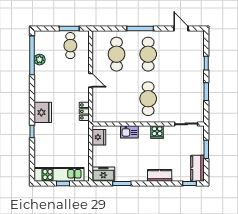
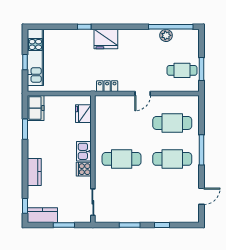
kitchen sink: (129, 132) -> (84, 151), moved
fridge: (99, 137) -> (83, 114), moved, turned 90

